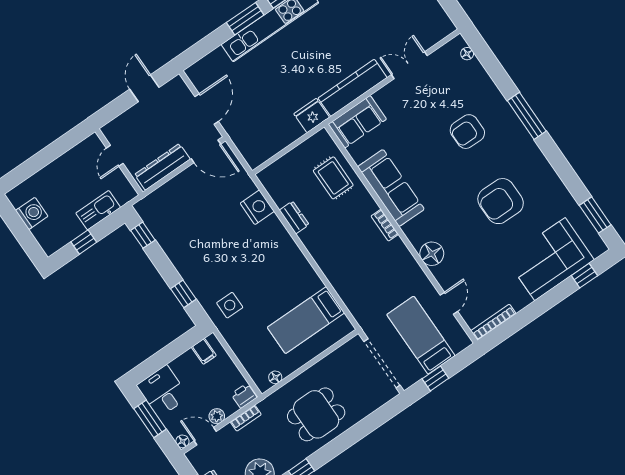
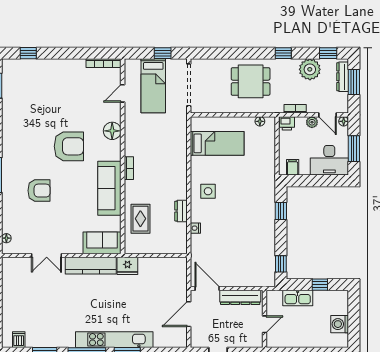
armchair: (501, 201) -> (69, 146), moved
nightstand: (257, 207) -> (195, 228), width x0.53, depth x0.56
corner sofa: (550, 259) -> (42, 78), removed
side table: (230, 305) -> (208, 191), moved
desk: (163, 391) -> (329, 160), width x1.37

